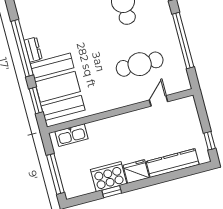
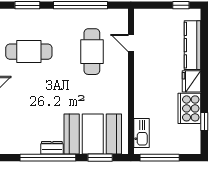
window: (55, 174) -> (160, 158), moved
window: (112, 192) -> (204, 122), moved

